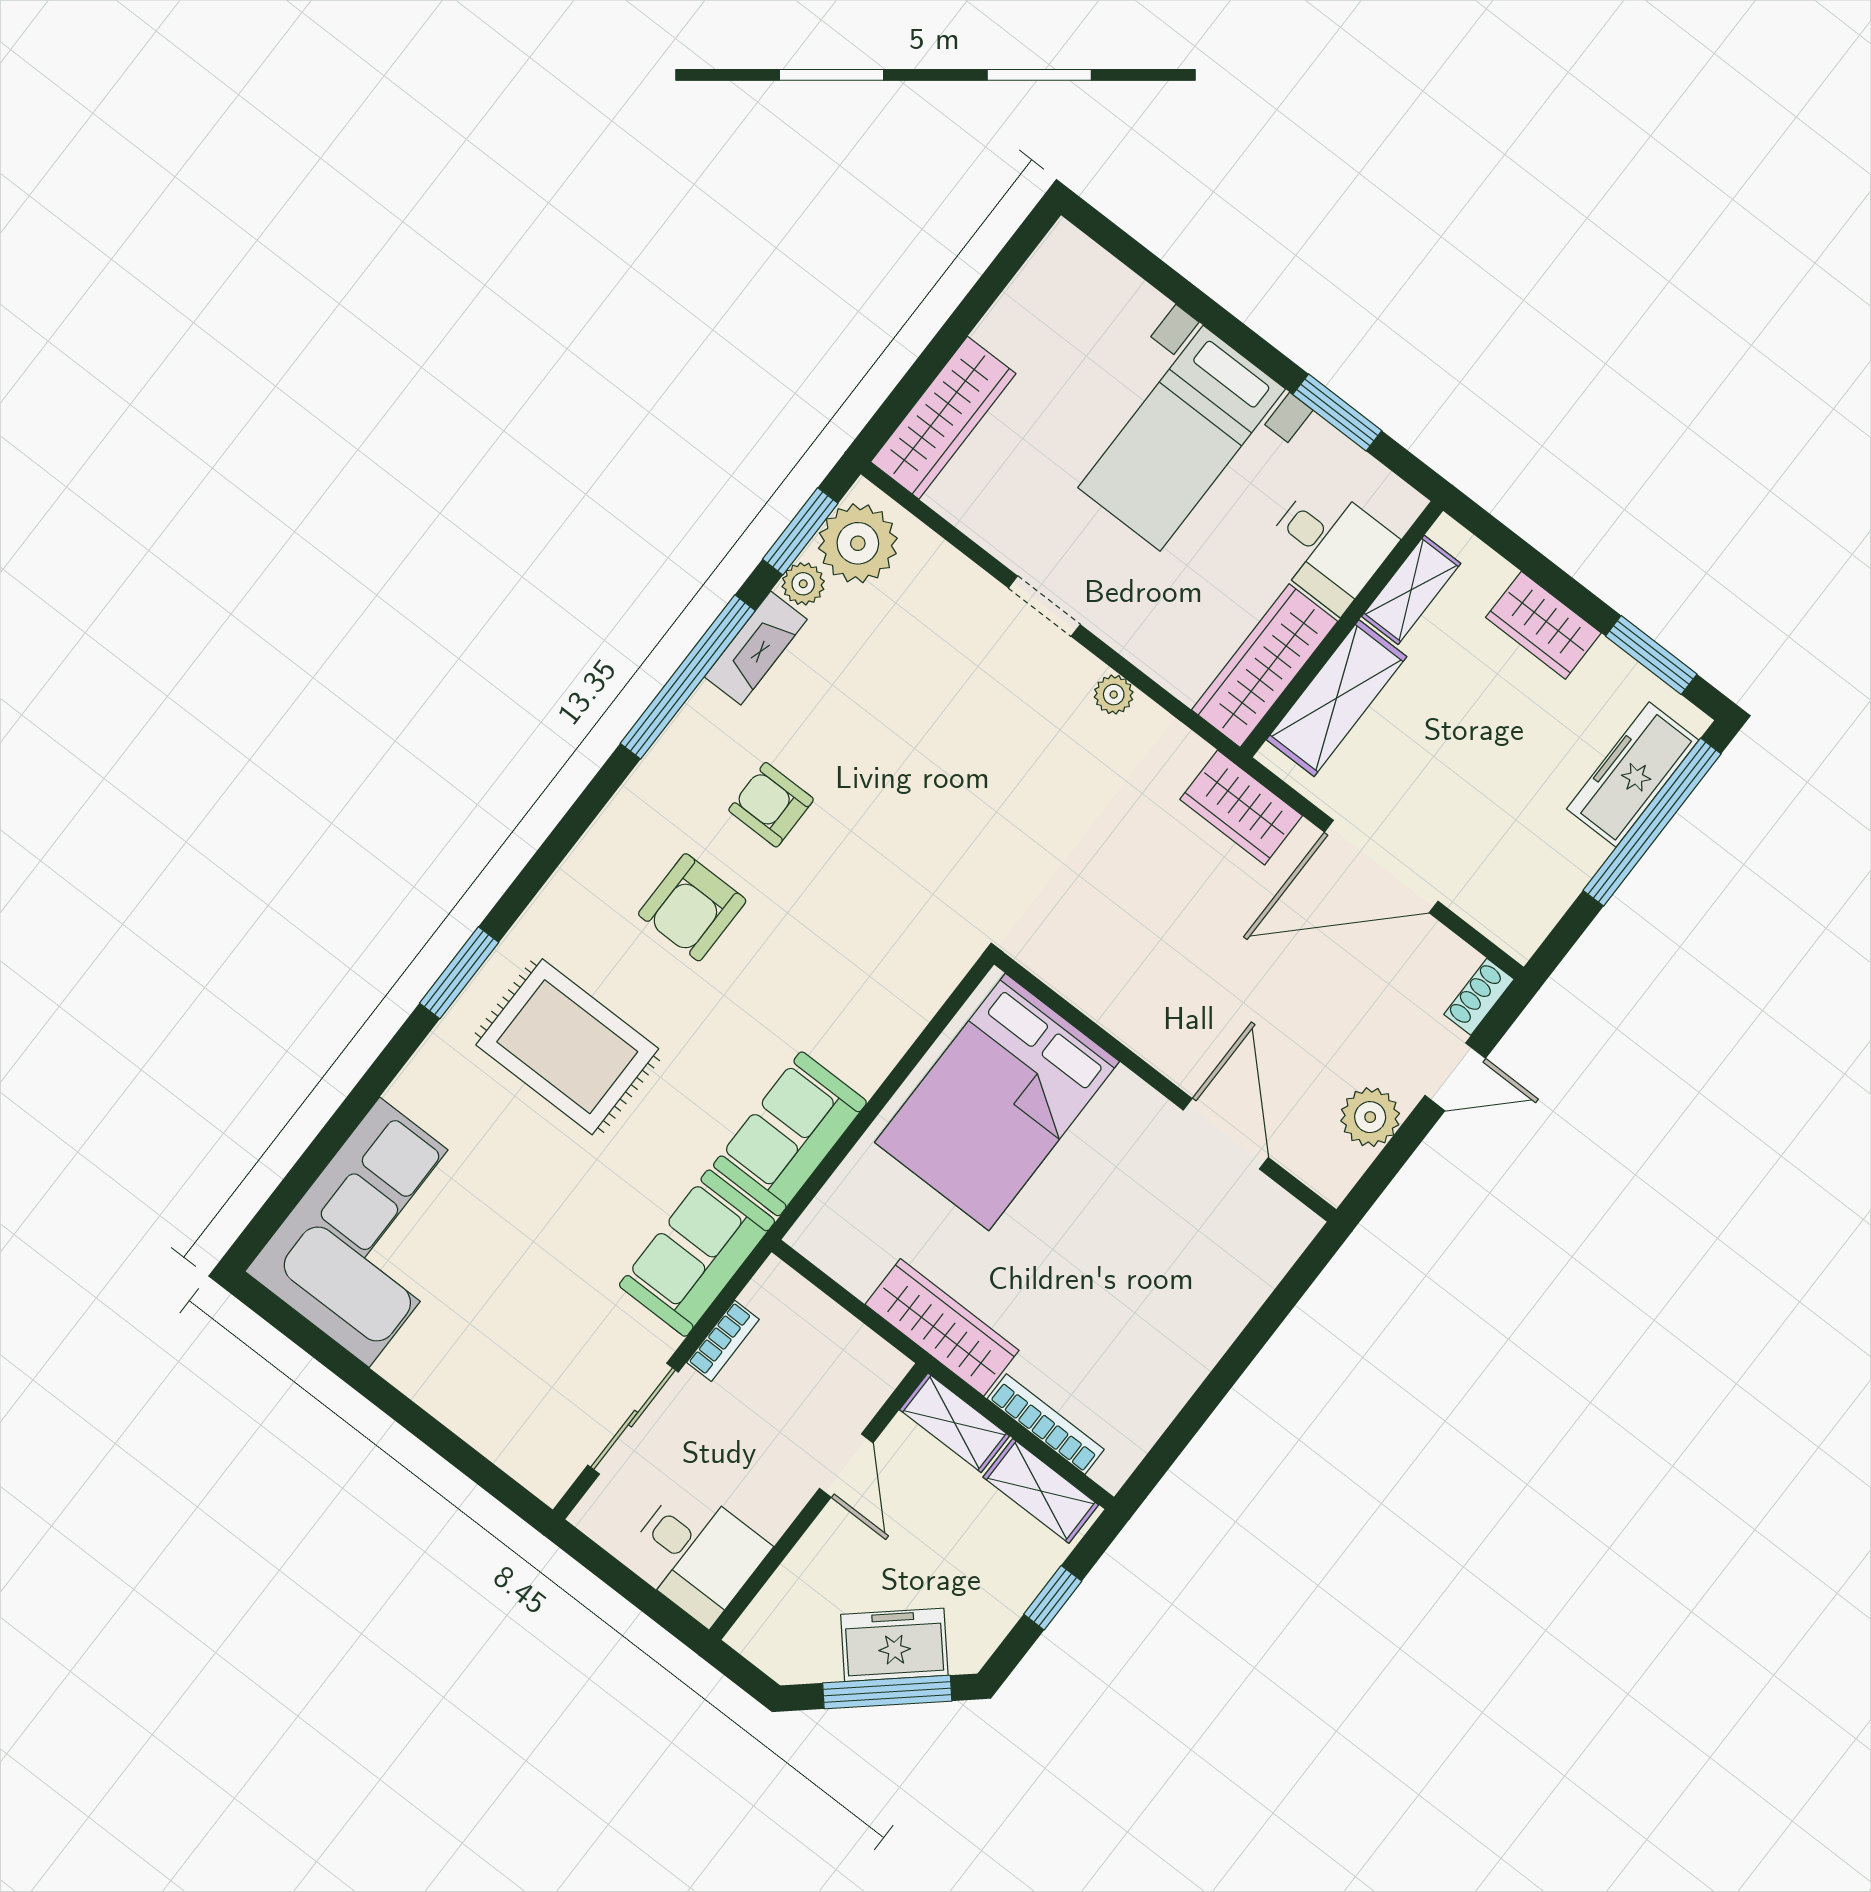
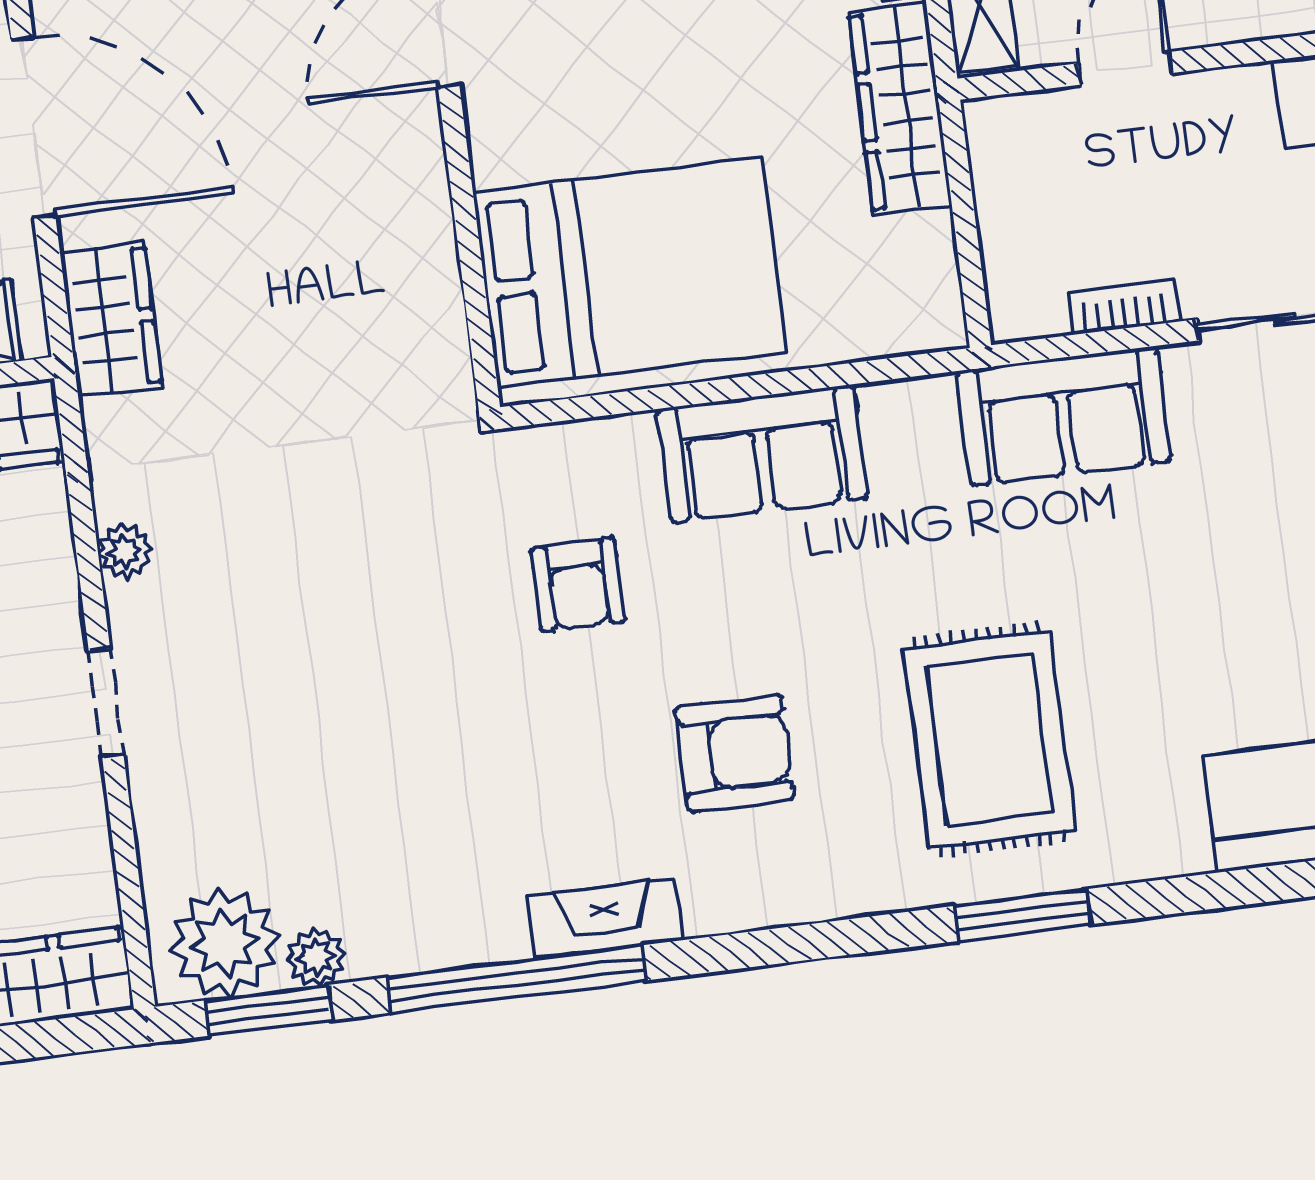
fireplace: (756, 648) -> (605, 918), moved
armchair: (771, 805) -> (578, 585), moved
sofa: (790, 1134) -> (762, 453), moved

